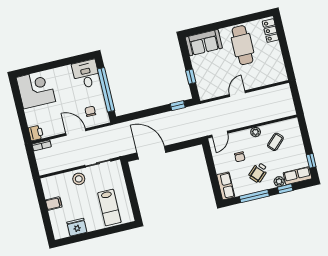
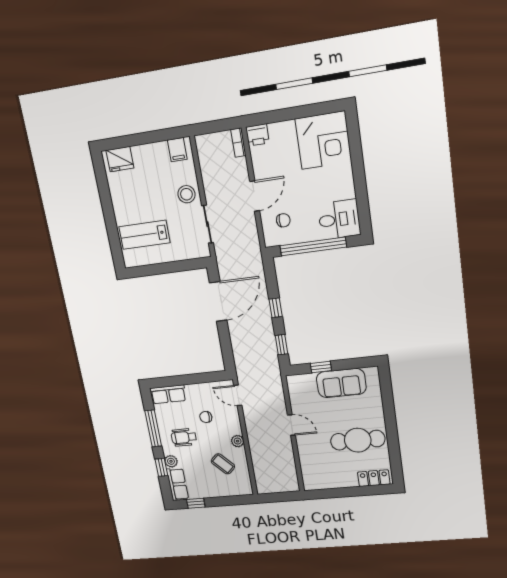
sofa: (204, 43) -> (341, 383), moved, turned -90
window: (152, 112) -> (276, 308), added
wheelchair: (258, 173) -> (184, 437), turned -47
filing cabinet: (54, 204) -> (177, 150), moved
fridge: (77, 227) -> (120, 159), moved, turned 90

